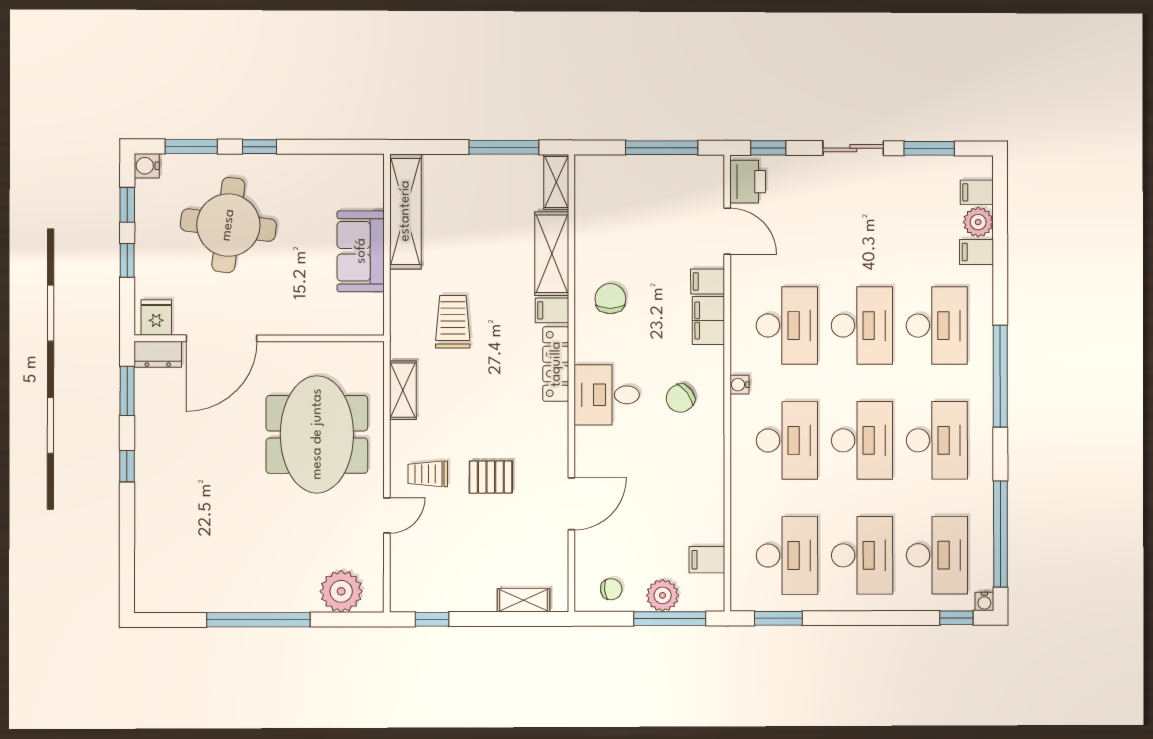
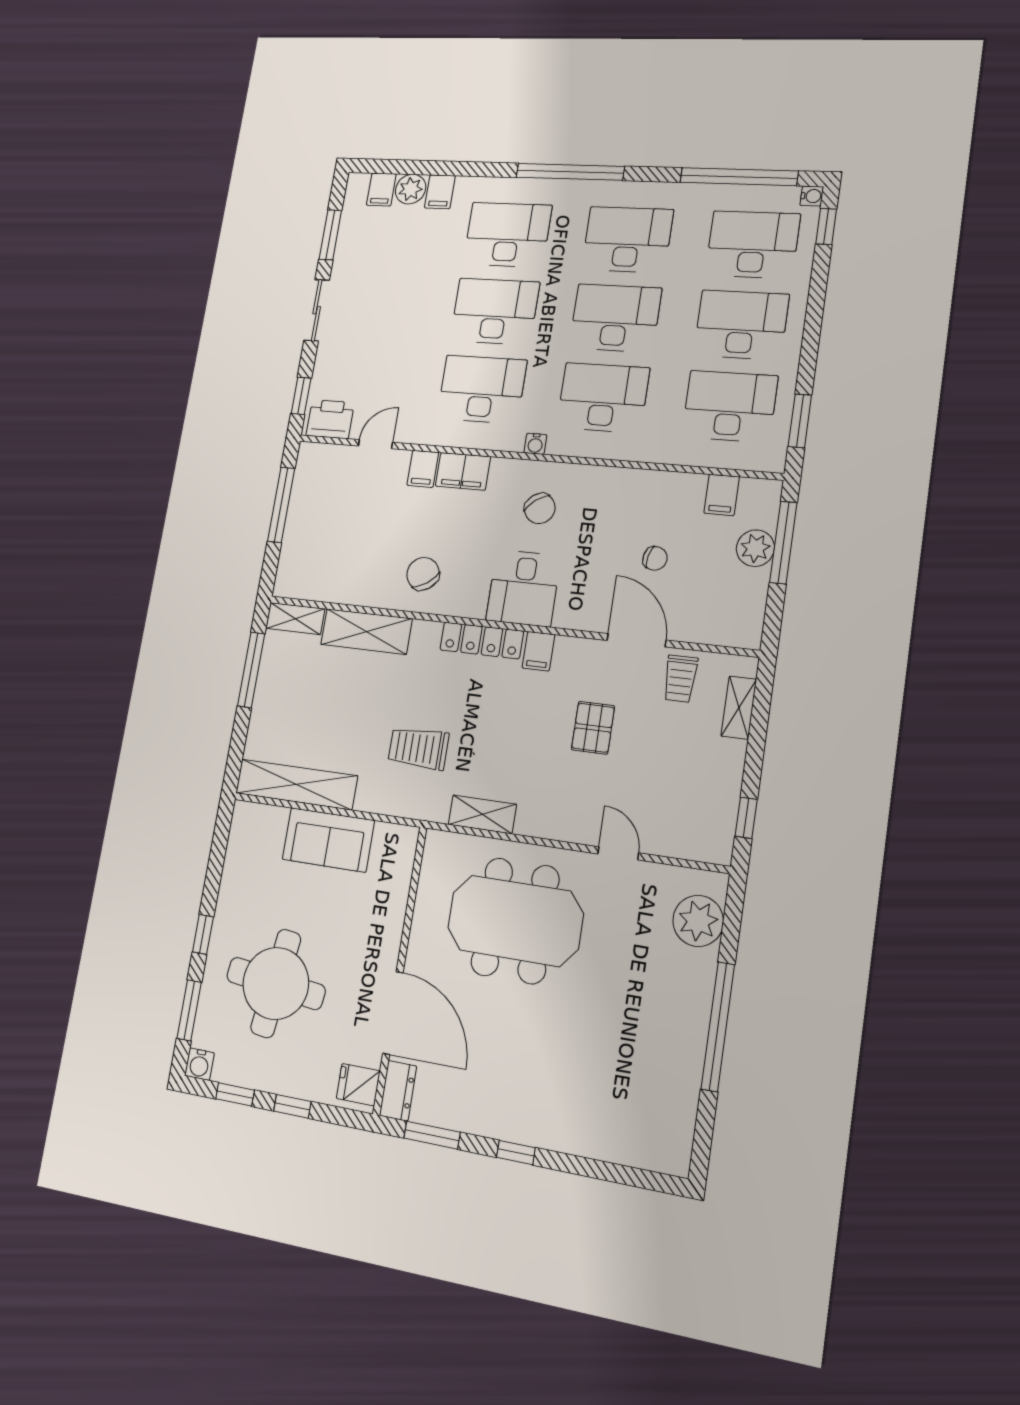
door: (727, 231) -> (375, 444), width x0.73
chair: (610, 299) -> (423, 574), turned 56
filing cabinet: (552, 310) -> (538, 651), moved
trolley: (428, 474) -> (680, 679), moved
chair: (611, 589) -> (655, 558), moved, turned 108

